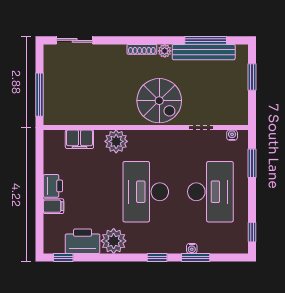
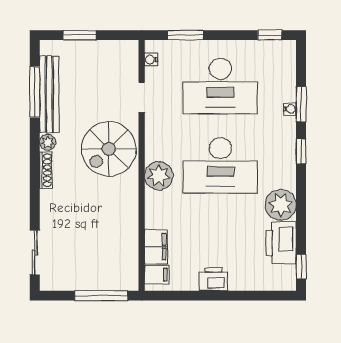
spiral stairs: (159, 101) -> (109, 149), turned 180
plant: (116, 141) -> (159, 176), moved
desk: (210, 192) -> (220, 86), turned 180
filing cabinet: (53, 206) -> (157, 275), moved, turned 90

